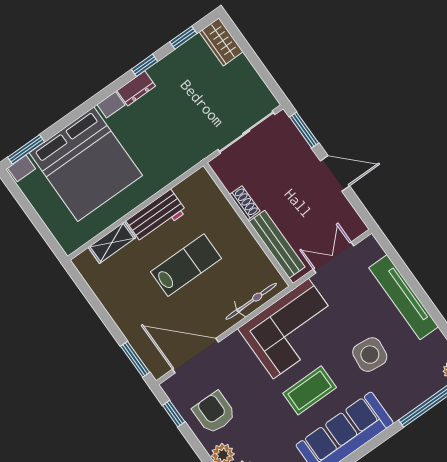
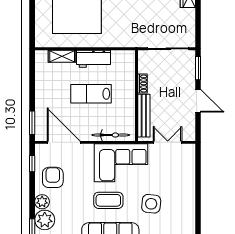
lab bench: (186, 265) -> (91, 94), turned 180
tv unit: (404, 297) -> (188, 187), removed

